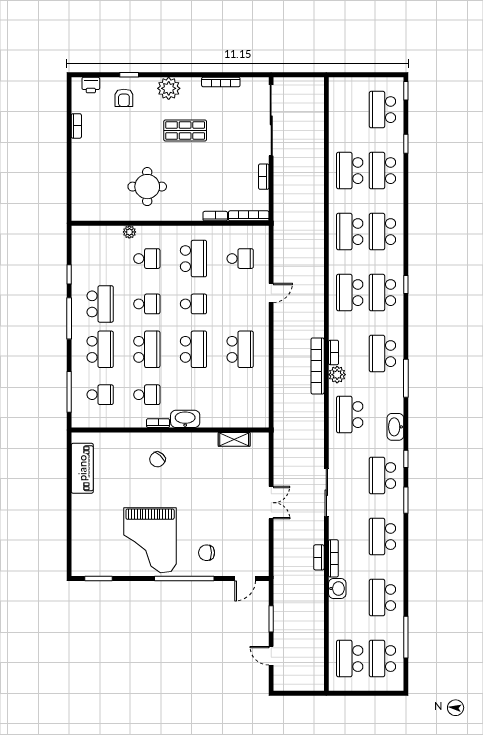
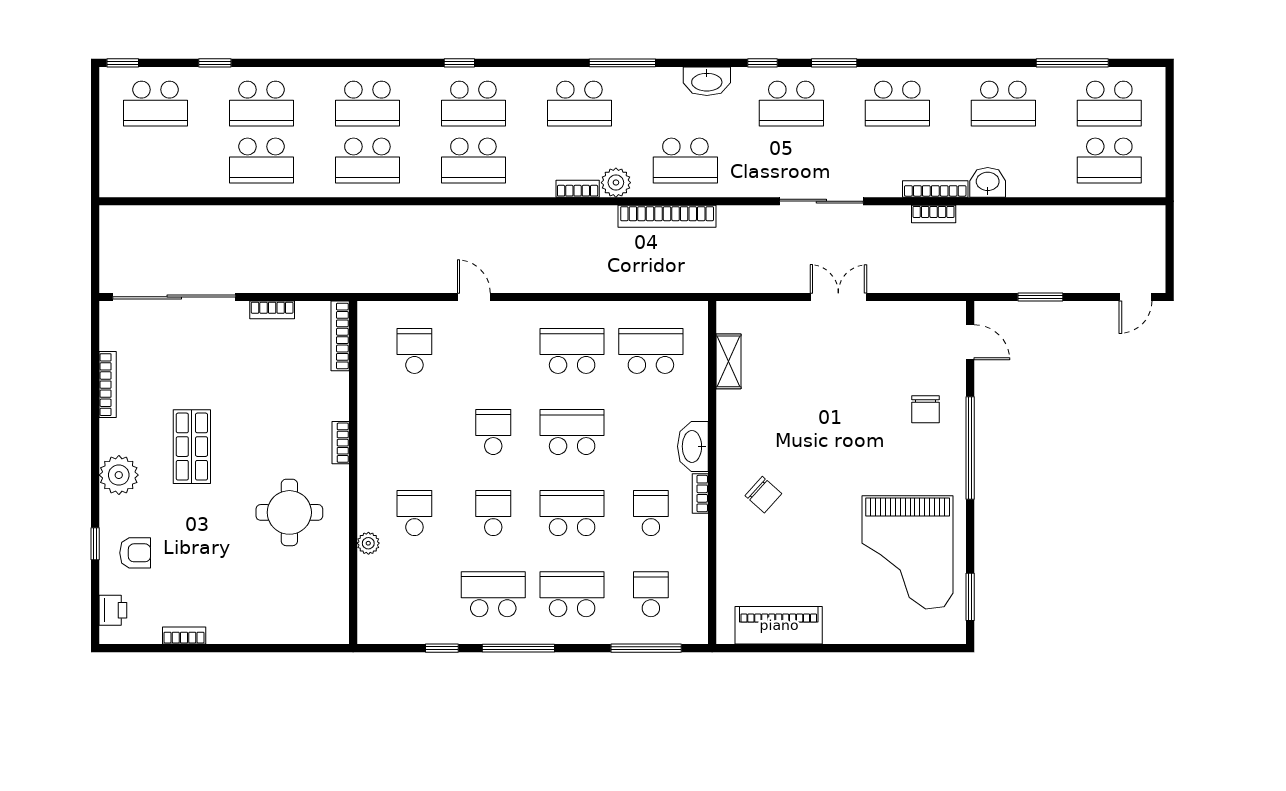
bookcase: (215, 216) -> (341, 443), moved
school desk: (193, 259) -> (651, 351), moved
bookcase: (318, 366) -> (667, 216), moved
grand piano: (150, 540) -> (908, 552), moved, turned 90
door: (271, 656) -> (1136, 297), moved

